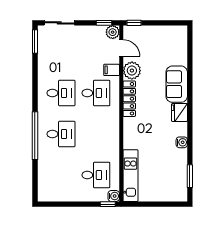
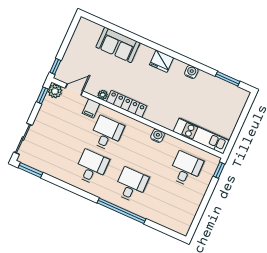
plant: (132, 71) -> (103, 95), width x0.53, depth x0.53
sofa: (177, 84) -> (118, 45), moved
water cooler: (114, 196) -> (158, 136), moved

